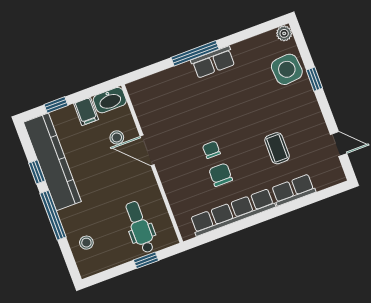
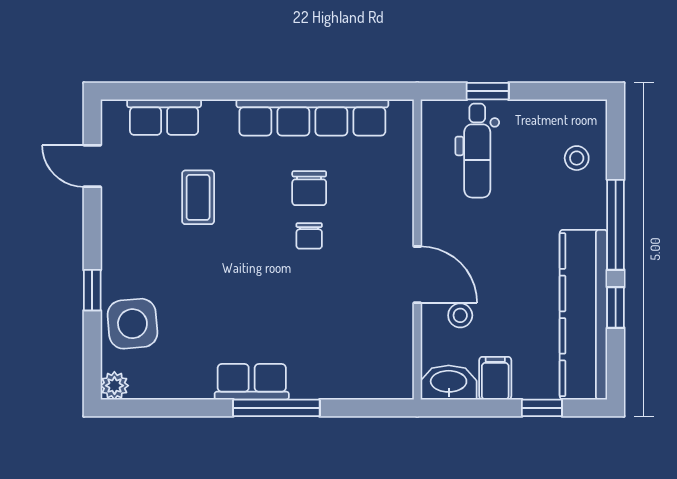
row of seats: (293, 190) -> (164, 117), moved

